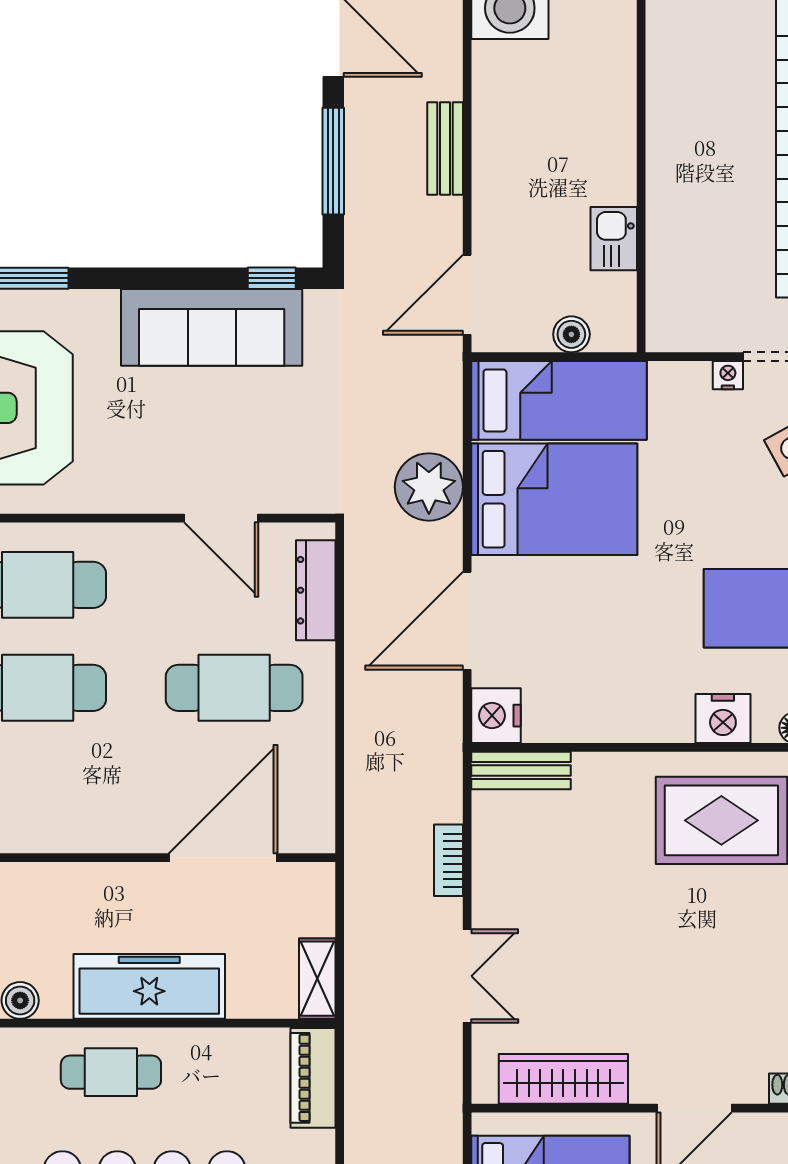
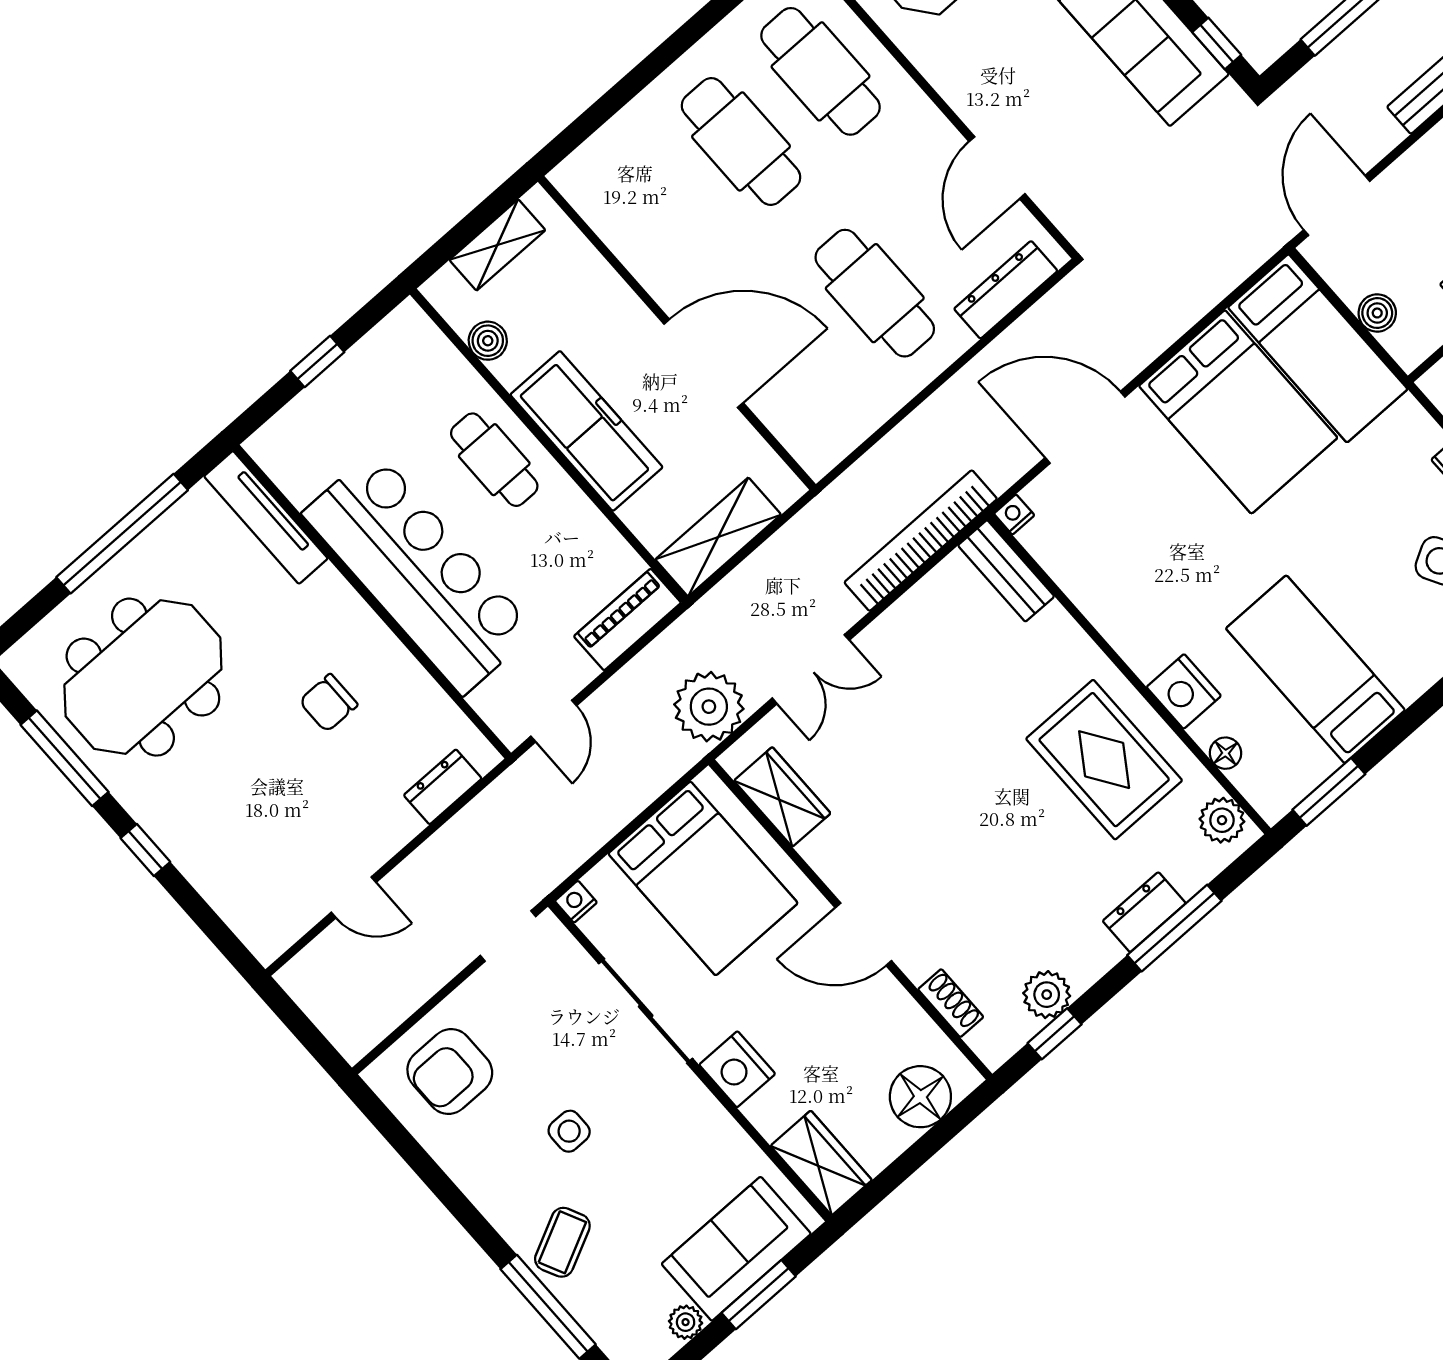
door: (467, 295) -> (1337, 205), hinge flipped
plant: (429, 487) -> (709, 707), moved
nightstand: (496, 716) -> (1014, 515), width x0.53, depth x0.56
door: (223, 858) -> (704, 363), moved
bookcase: (448, 860) -> (921, 541), width x2.31, depth x1.31
shelving: (317, 979) -> (718, 537), width x1.50, depth x1.33
wardrobe: (563, 1079) -> (782, 797), width x0.67

